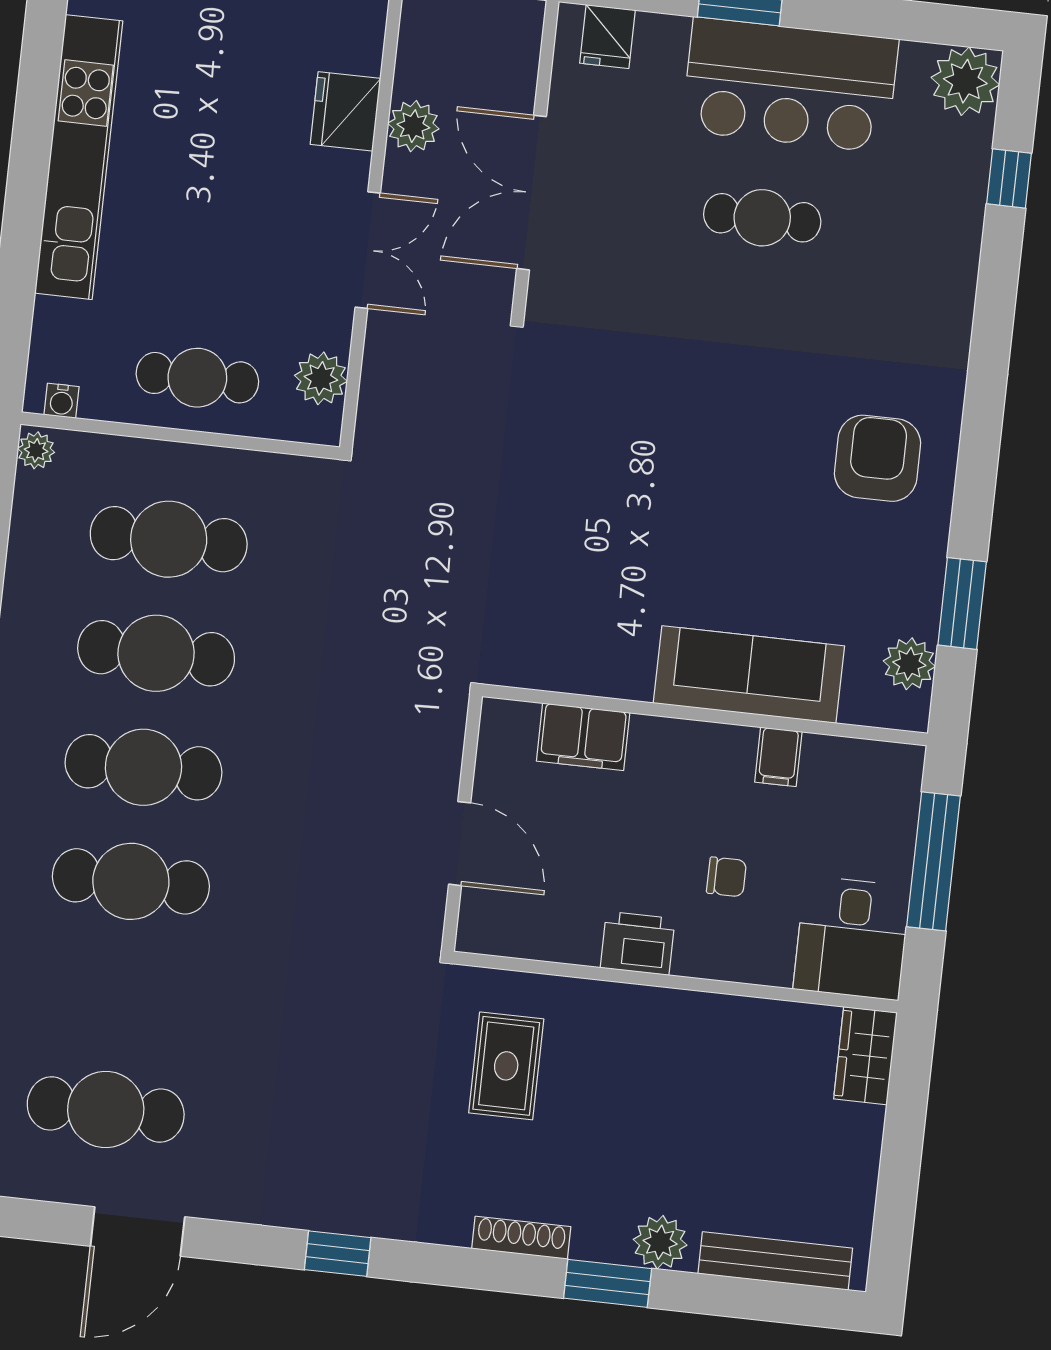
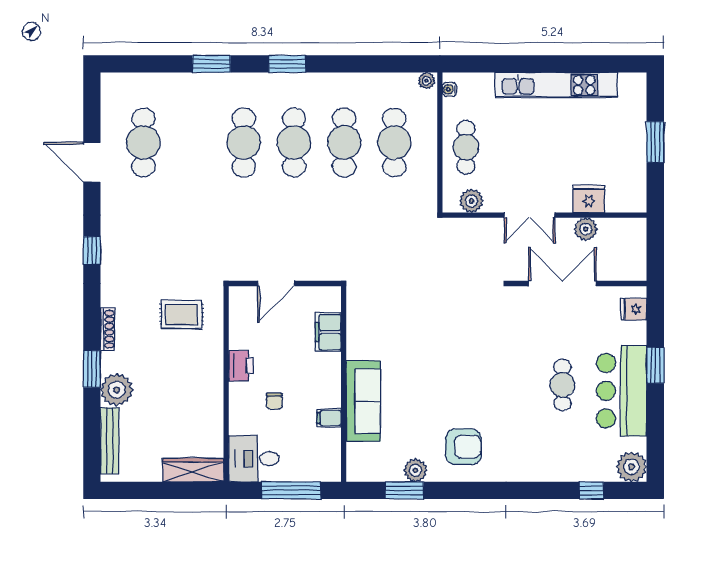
plant: (909, 664) -> (415, 470), moved
wardrobe: (865, 1056) -> (193, 470), width x1.50
plant: (660, 1242) -> (117, 390), width x1.36, depth x1.36

